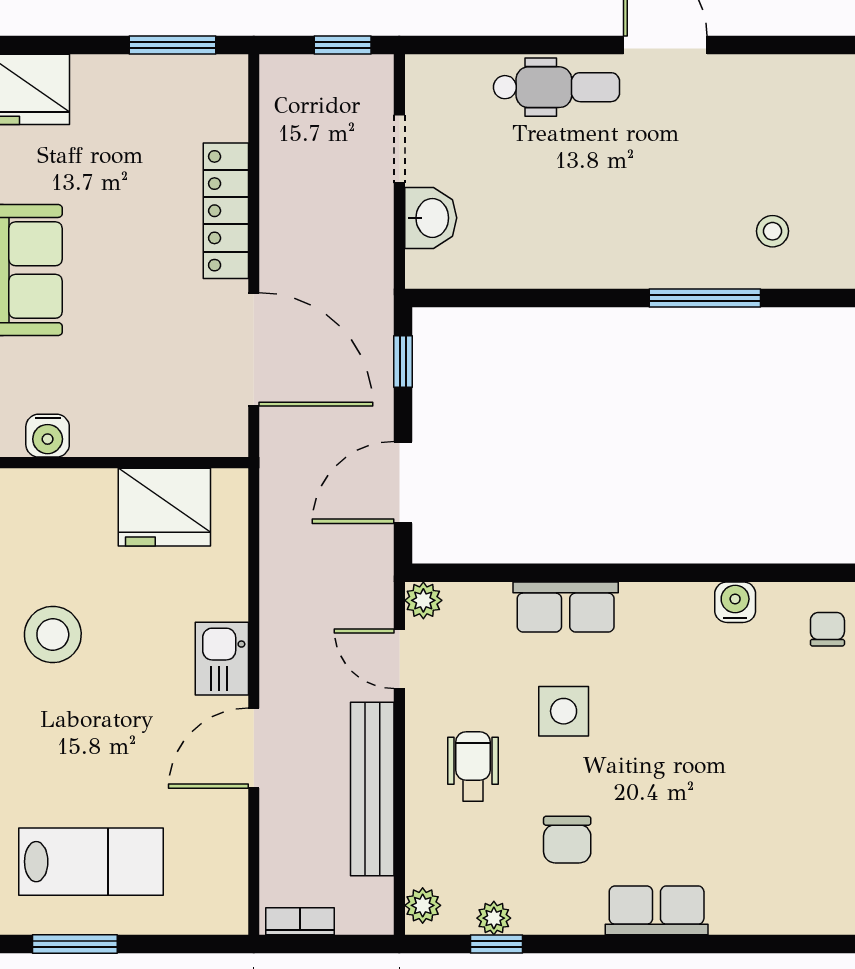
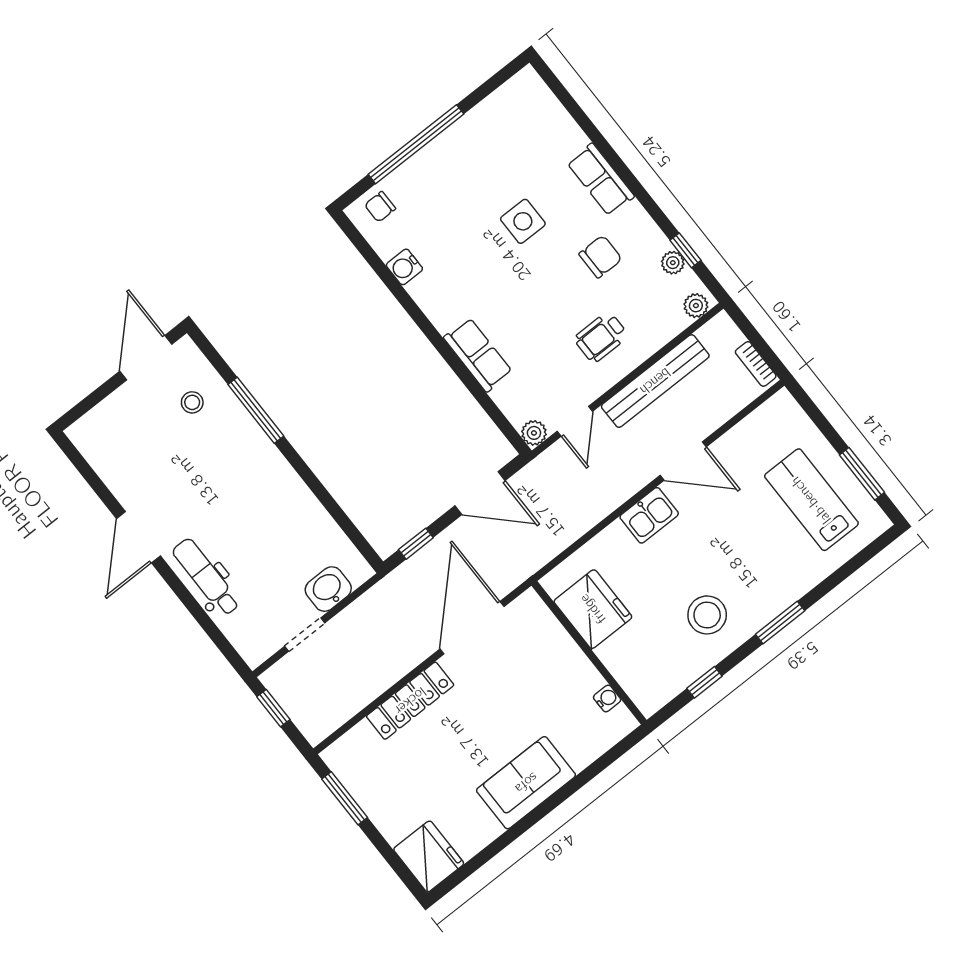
water cooler: (48, 436) -> (607, 698), width x0.72, depth x0.72
side table: (564, 711) -> (523, 221), moved

